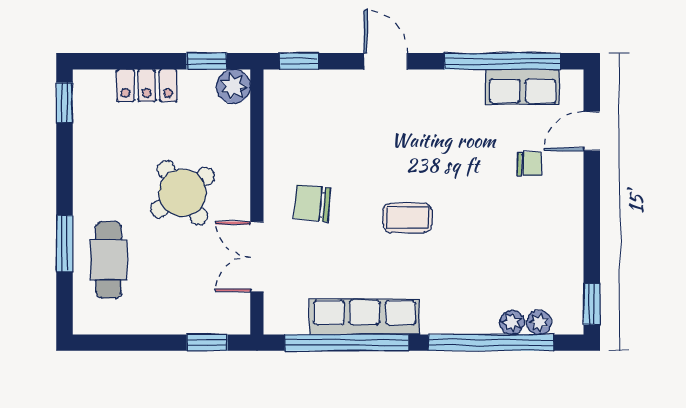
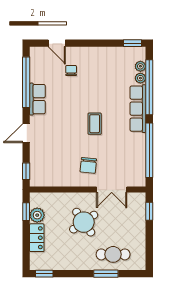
plant: (233, 86) -> (37, 215), moved
row of seats: (523, 87) -> (37, 99), moved
row of seats: (365, 317) -> (138, 109), moved

